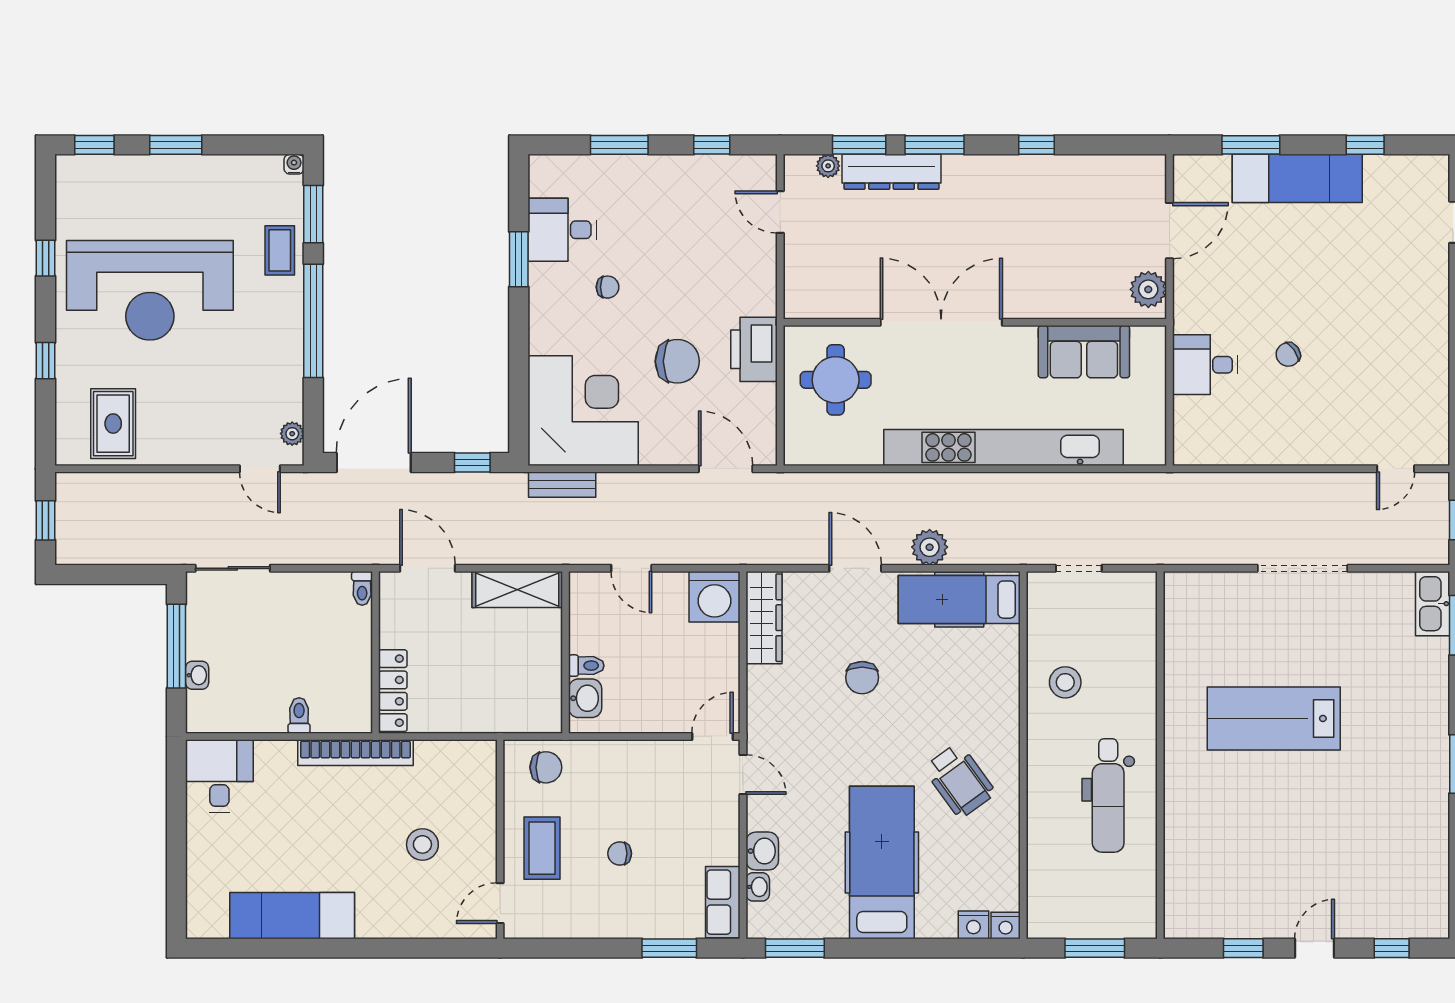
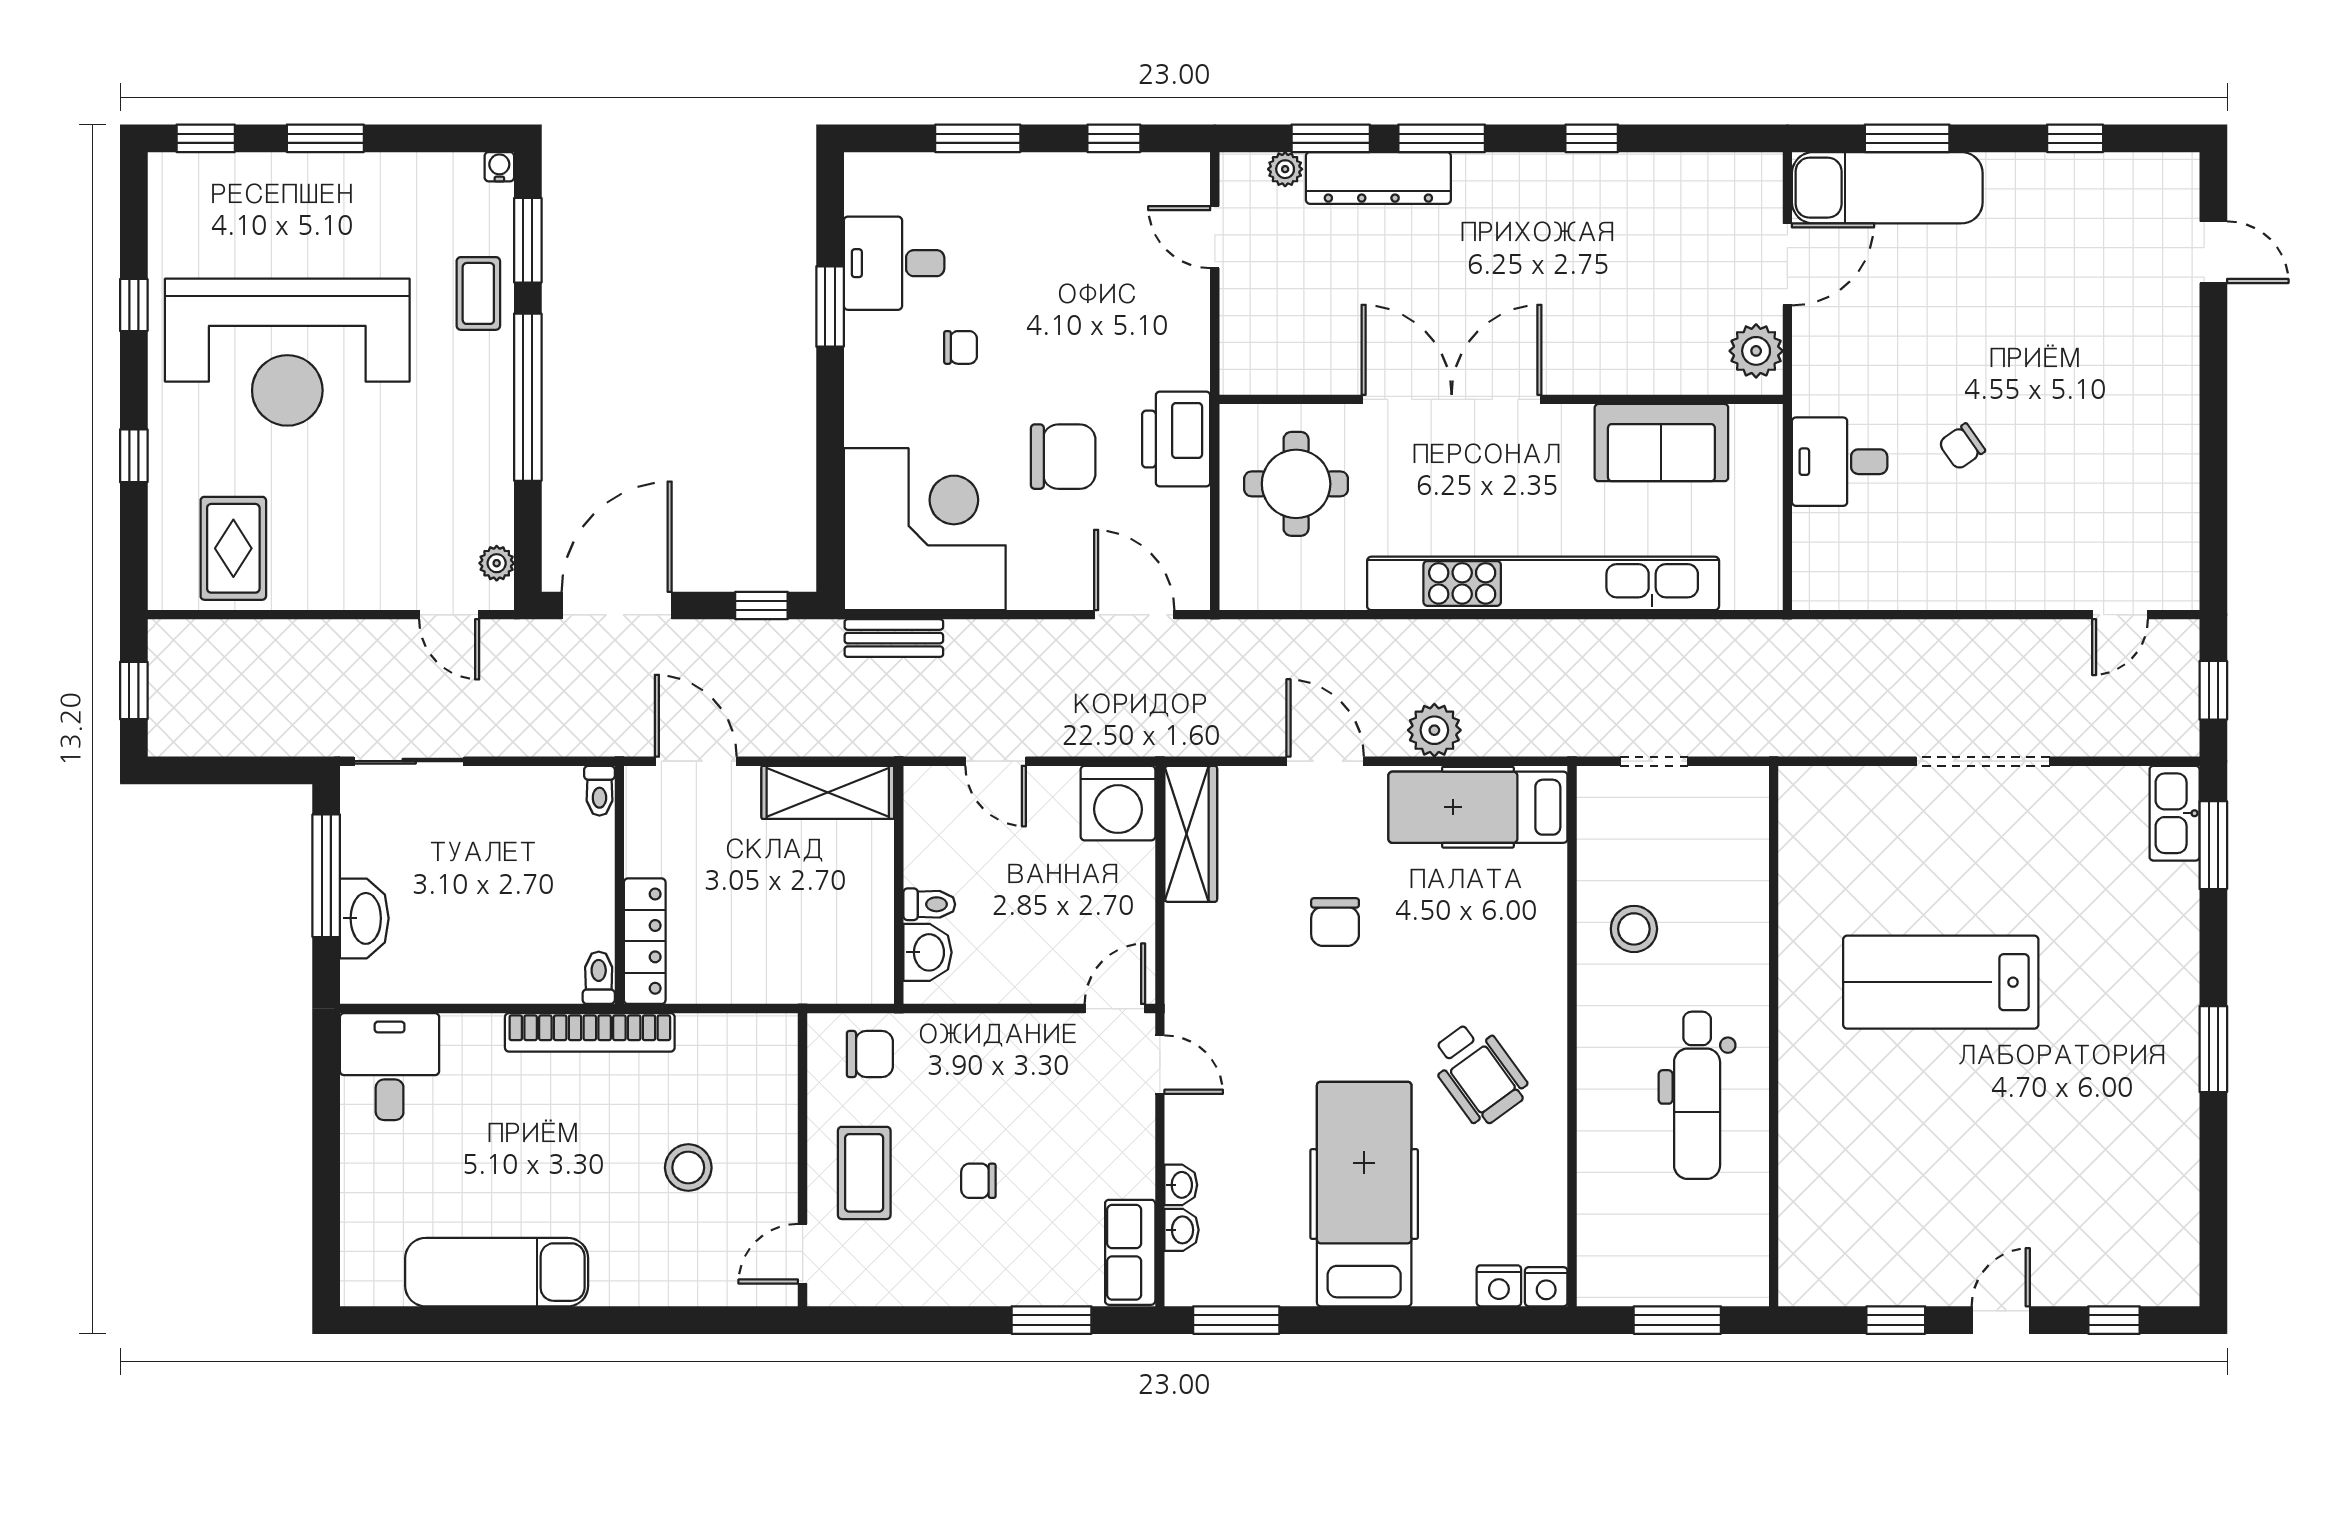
exam couch: (1297, 178) -> (1887, 188), moved
washbasin: (197, 675) -> (364, 918), width x1.91, depth x1.45
toilet: (299, 715) -> (599, 978), moved
washbasin: (762, 851) -> (1181, 1185), width x0.72, depth x0.69

